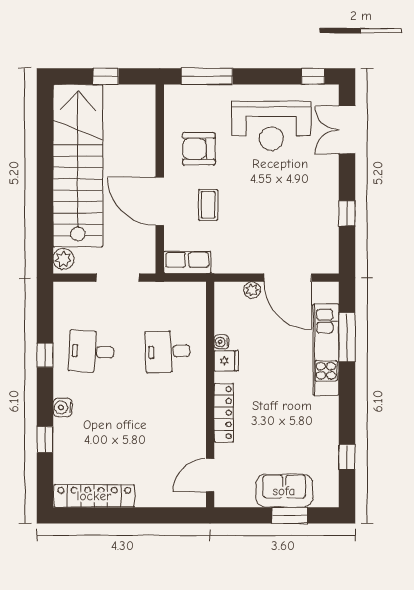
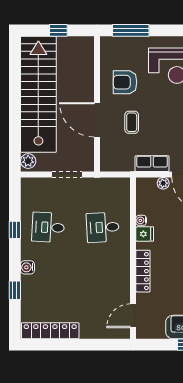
row of seats: (187, 262) -> (152, 164), moved

